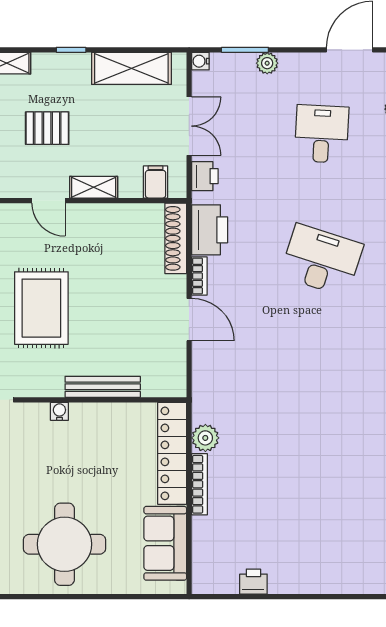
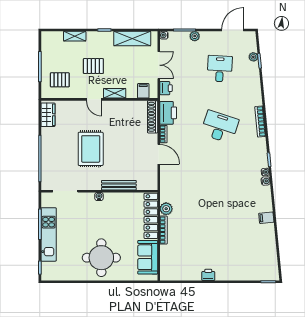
printer: (253, 582) -> (208, 275), moved

